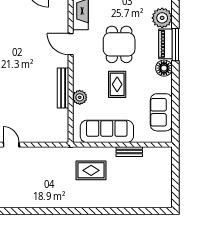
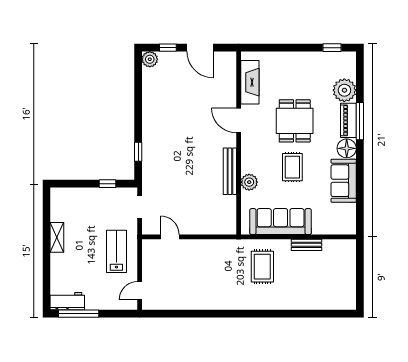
sofa: (161, 112) -> (344, 181), moved
rug: (91, 170) -> (262, 267), turned 90

